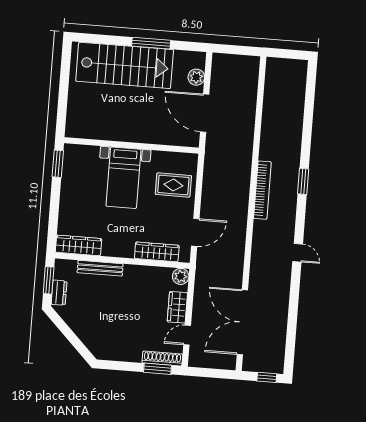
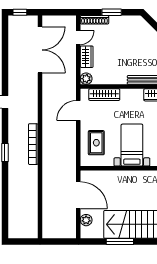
rug: (173, 185) -> (96, 143), turned 90
window: (157, 369) -> (112, 12), moved

